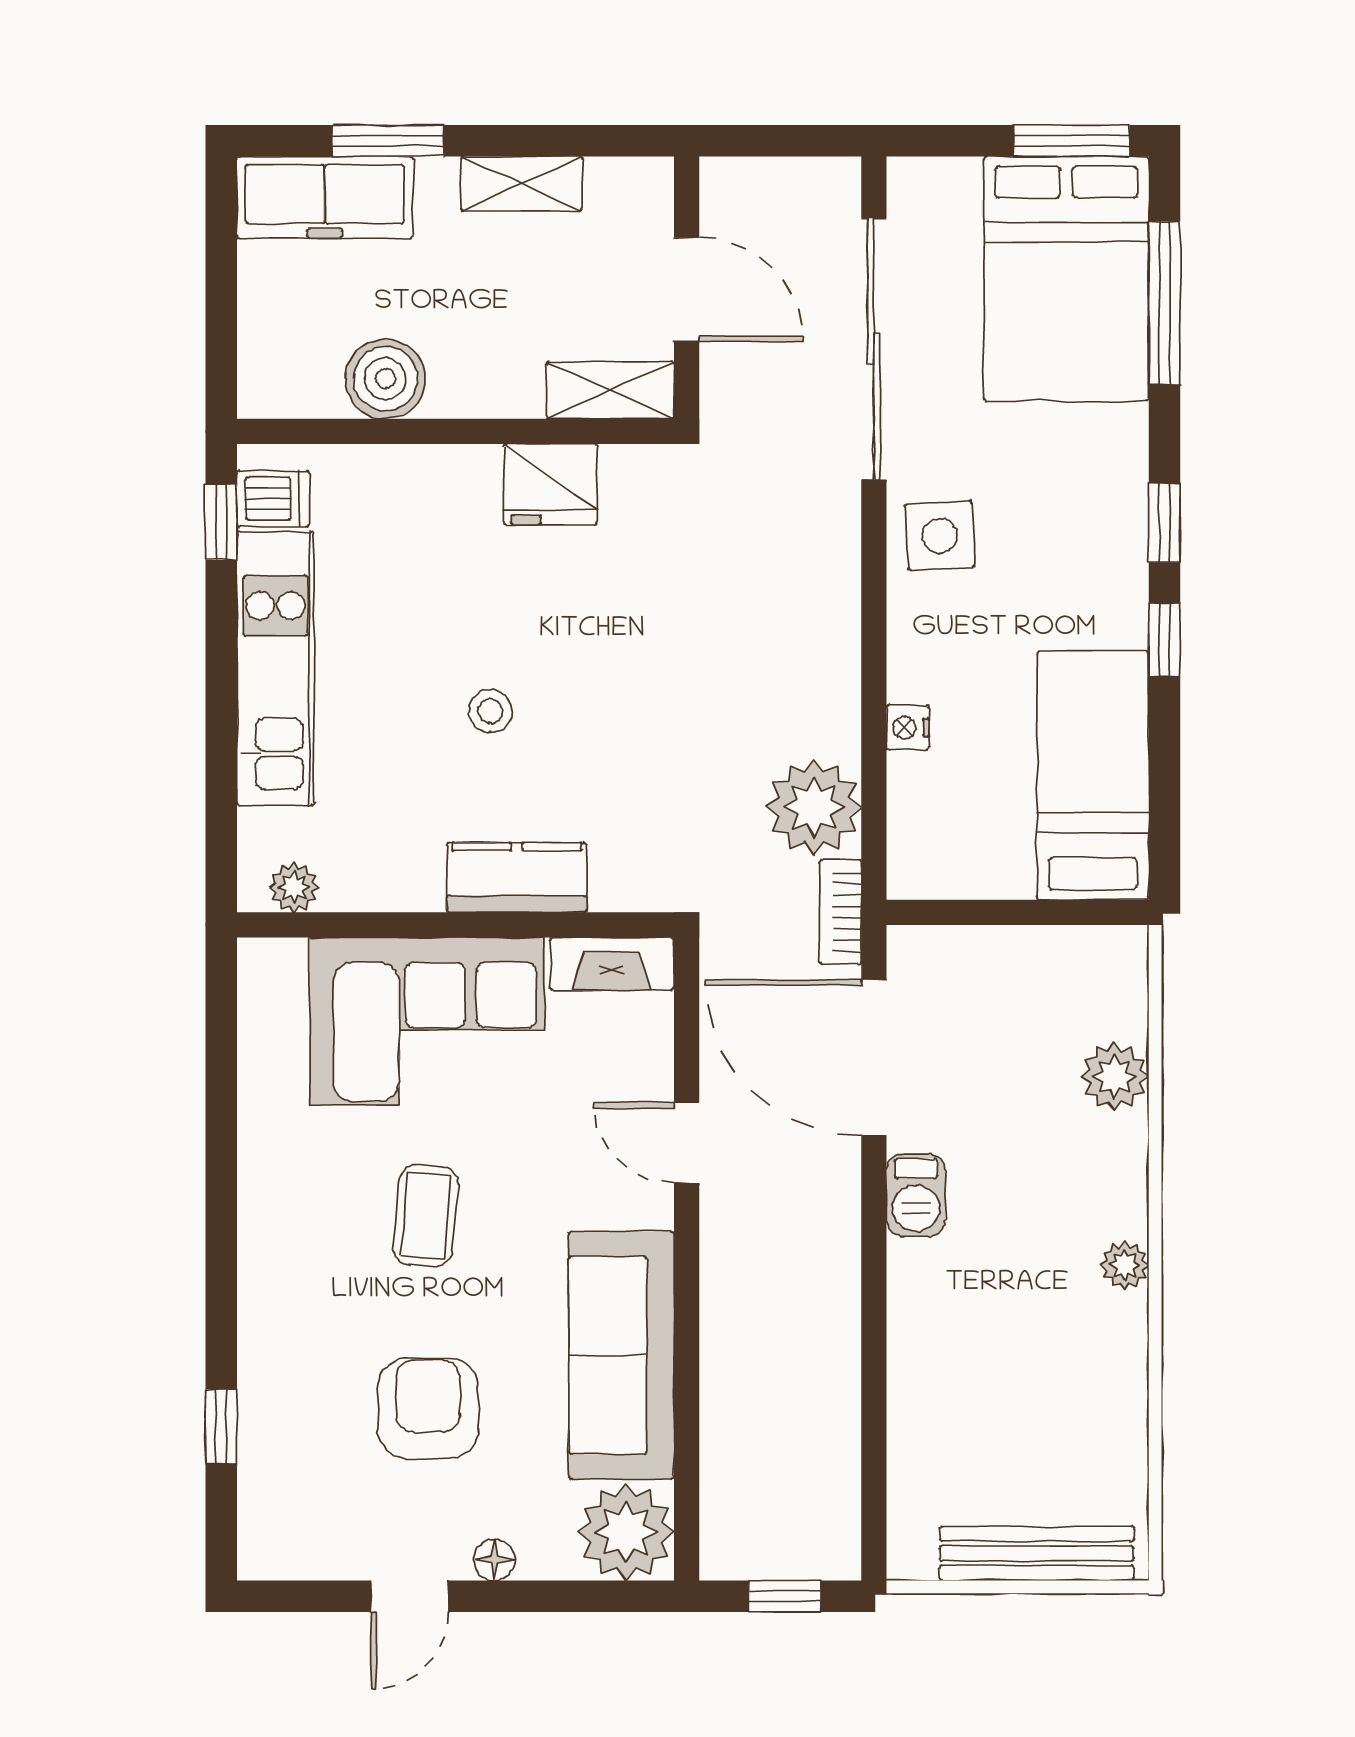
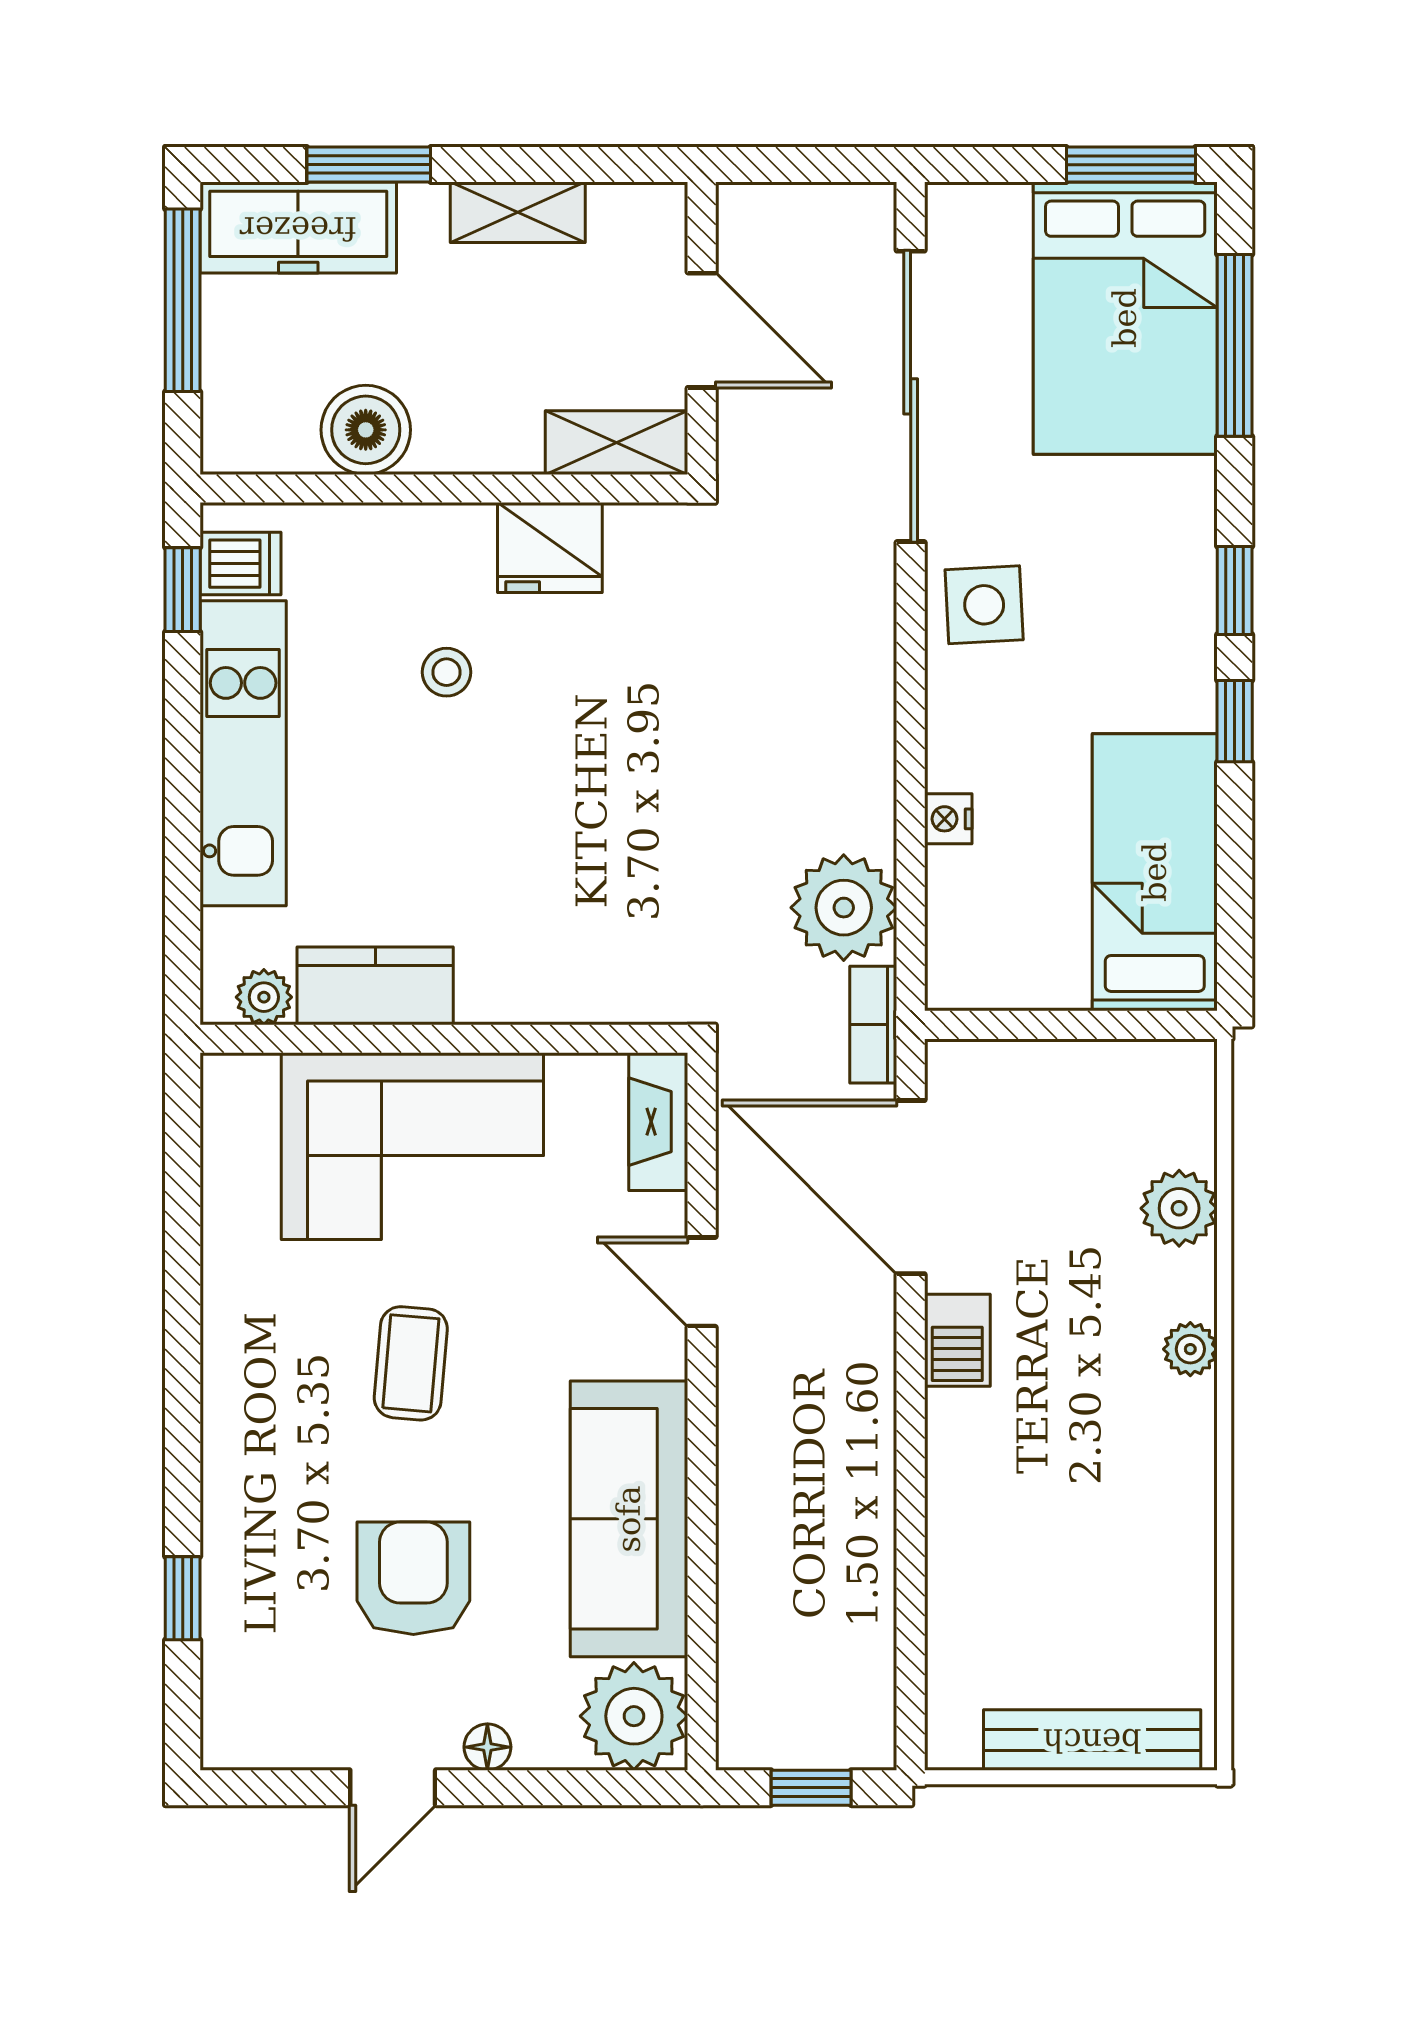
window: (221, 263) -> (183, 300), added
stool: (490, 711) -> (447, 672), moved
kitchen counter: (517, 877) -> (375, 986), moved
fireplace: (611, 964) -> (658, 1122), moved, turned 90
plant: (1125, 1265) -> (1190, 1349), moved

